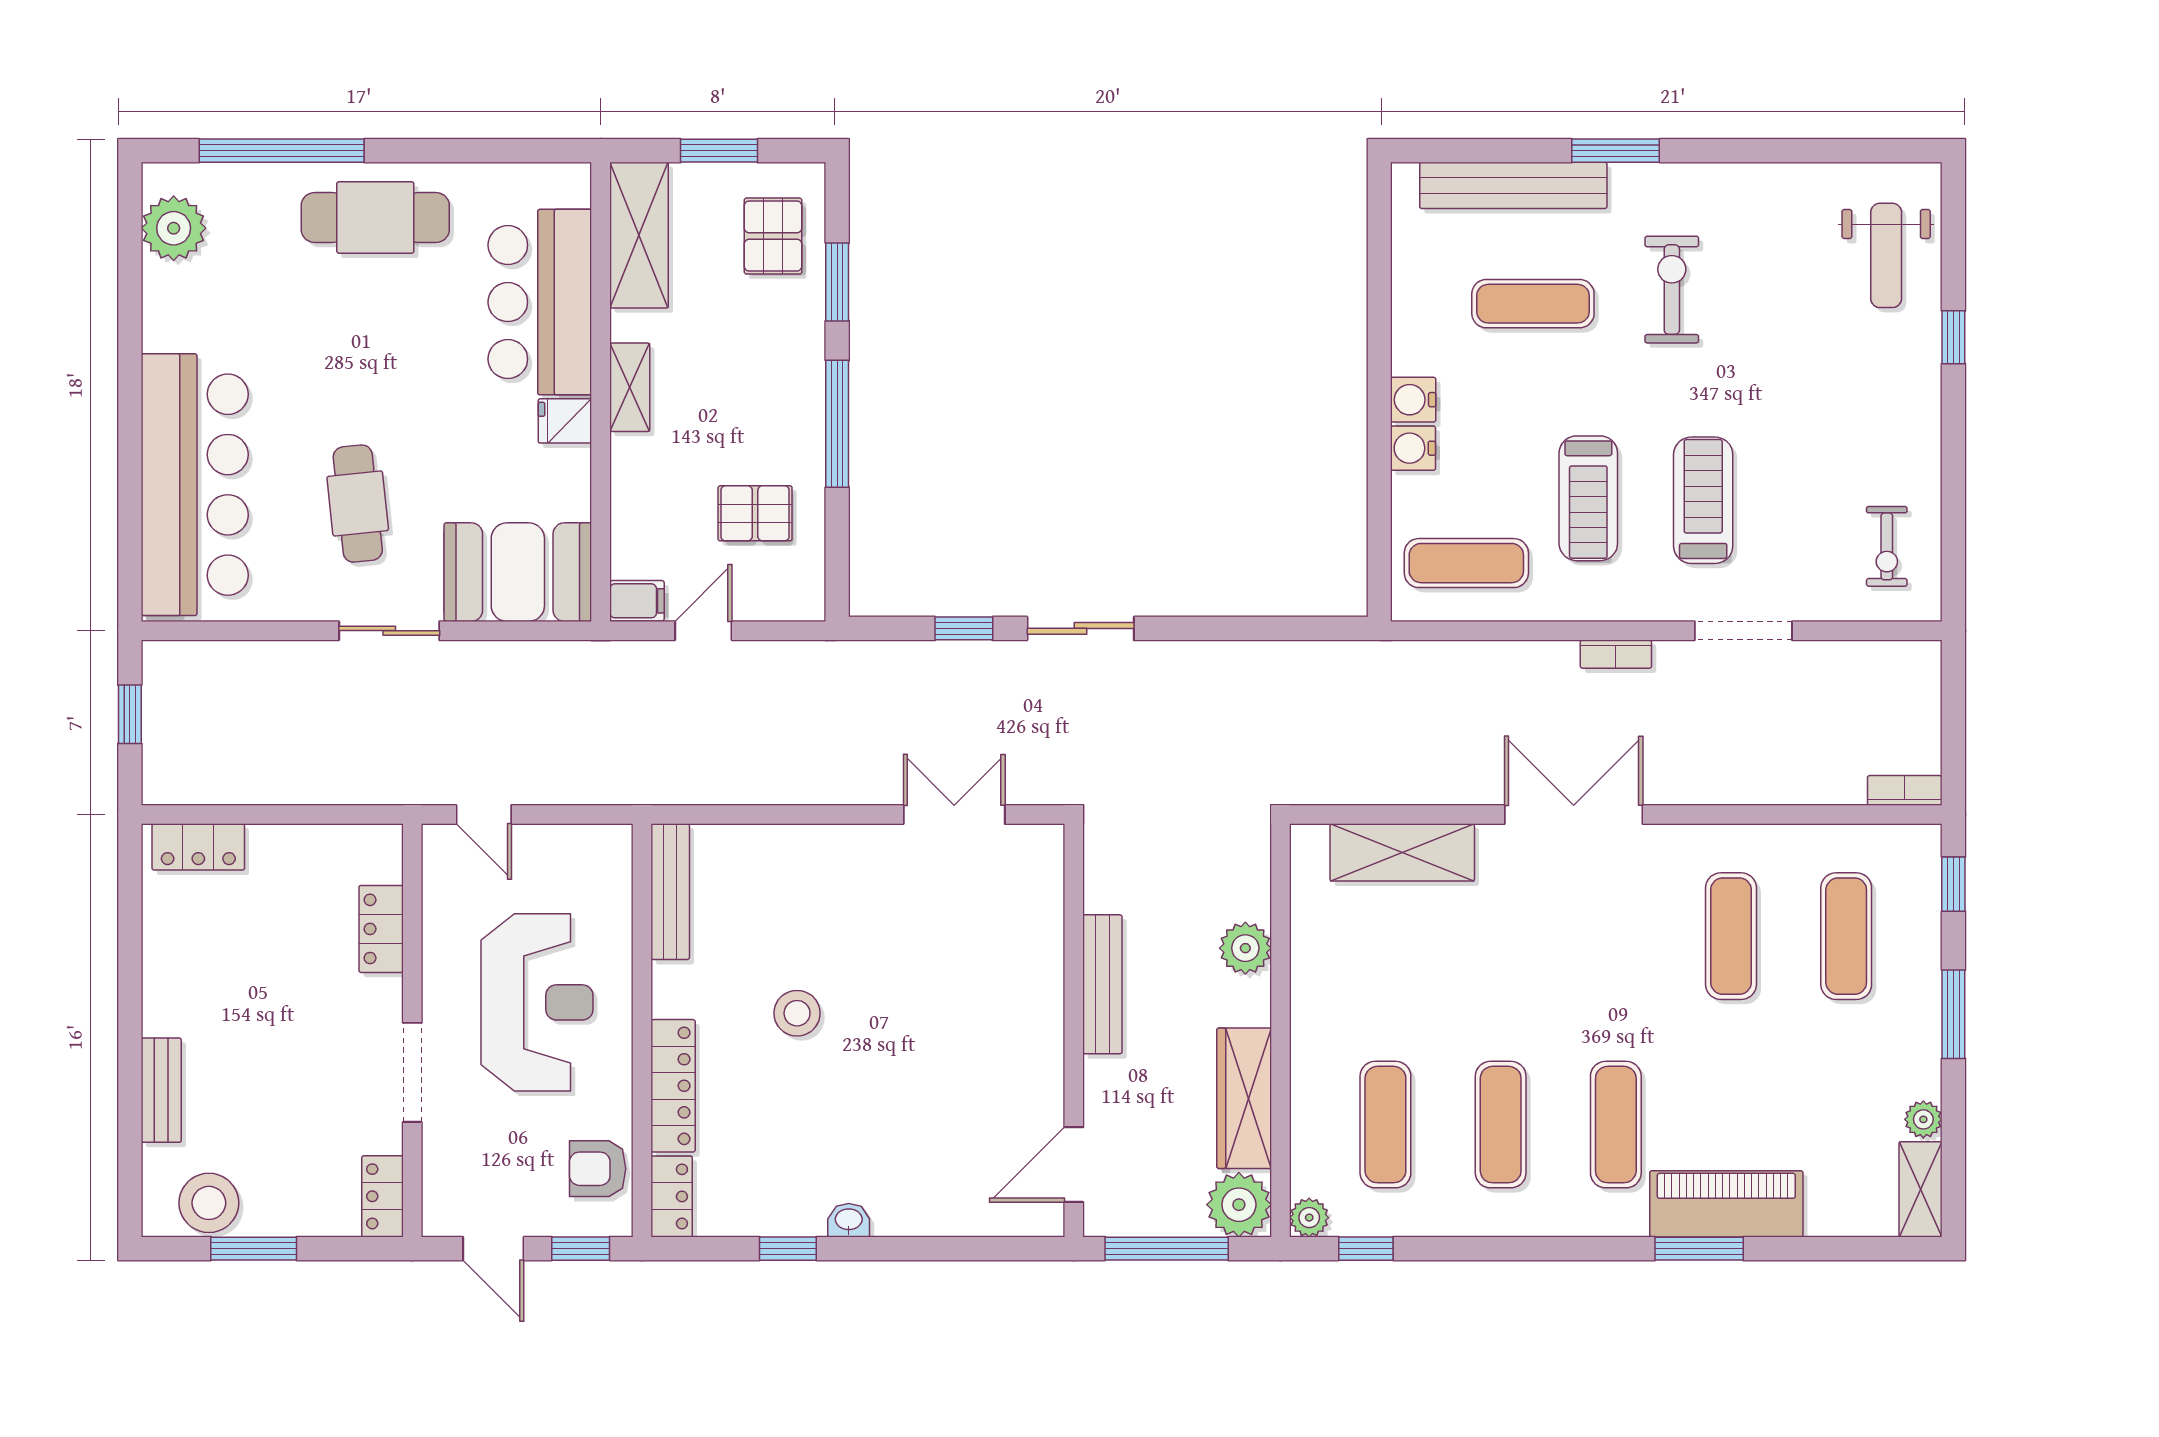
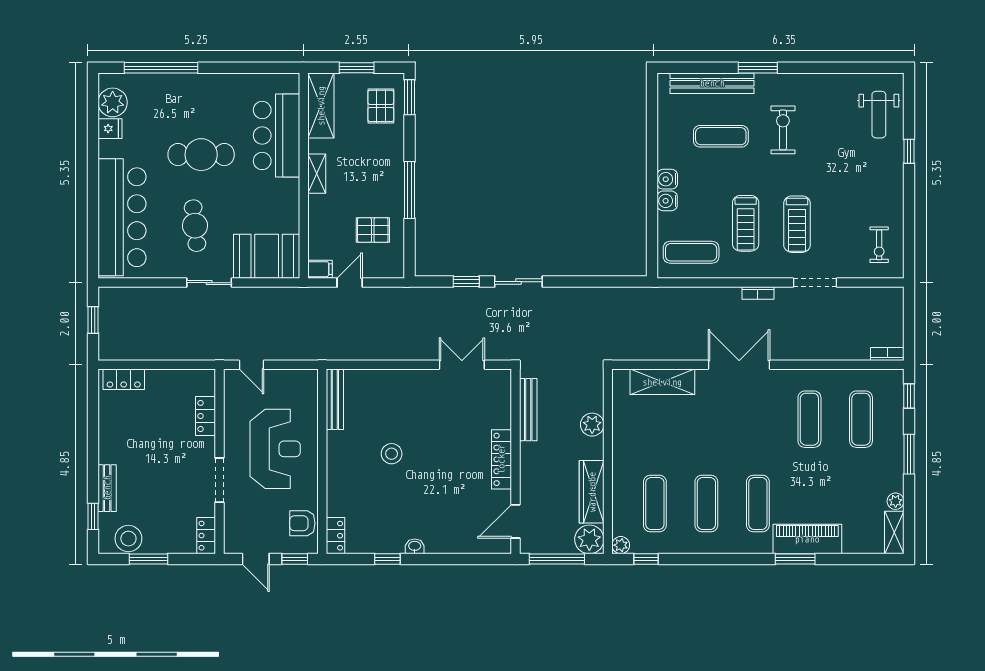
cafe table: (375, 218) -> (201, 155), moved
window: (837, 282) -> (410, 97), moved
fridge: (565, 421) -> (110, 129), moved, turned 180
treadmill: (1703, 500) -> (797, 224), turned 180
bench: (1102, 984) -> (528, 410), moved
locker: (673, 1086) -> (501, 459), moved, turned 180
window: (130, 1153) -> (93, 516), added

